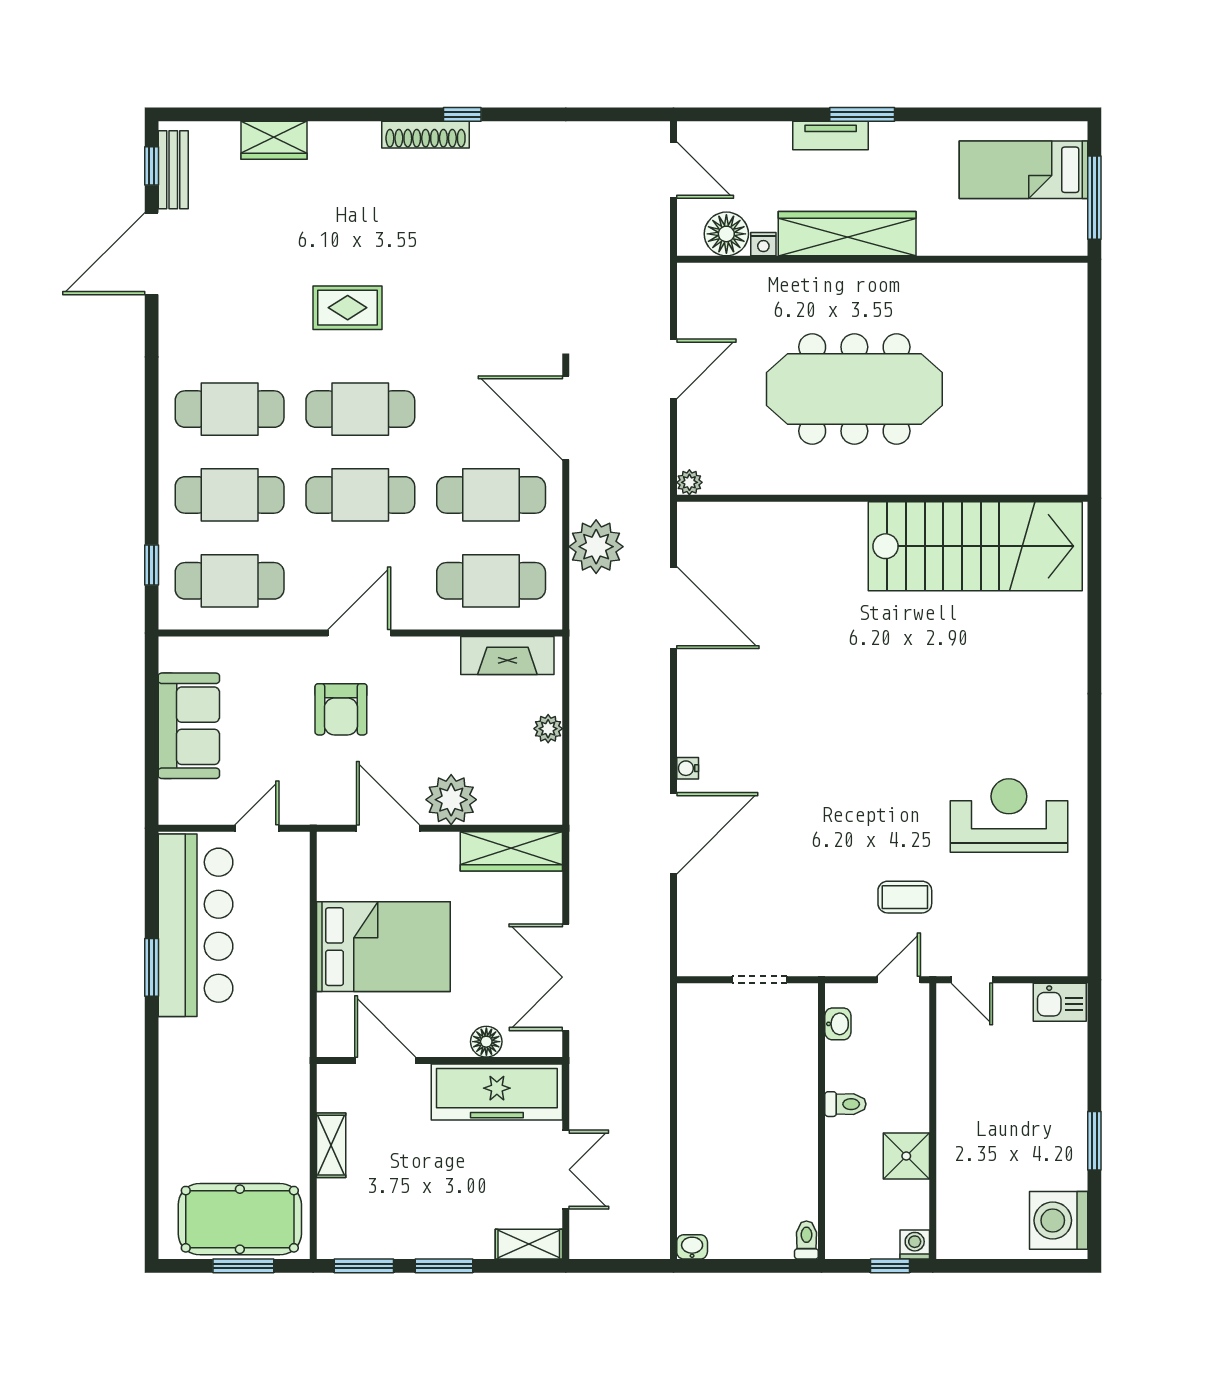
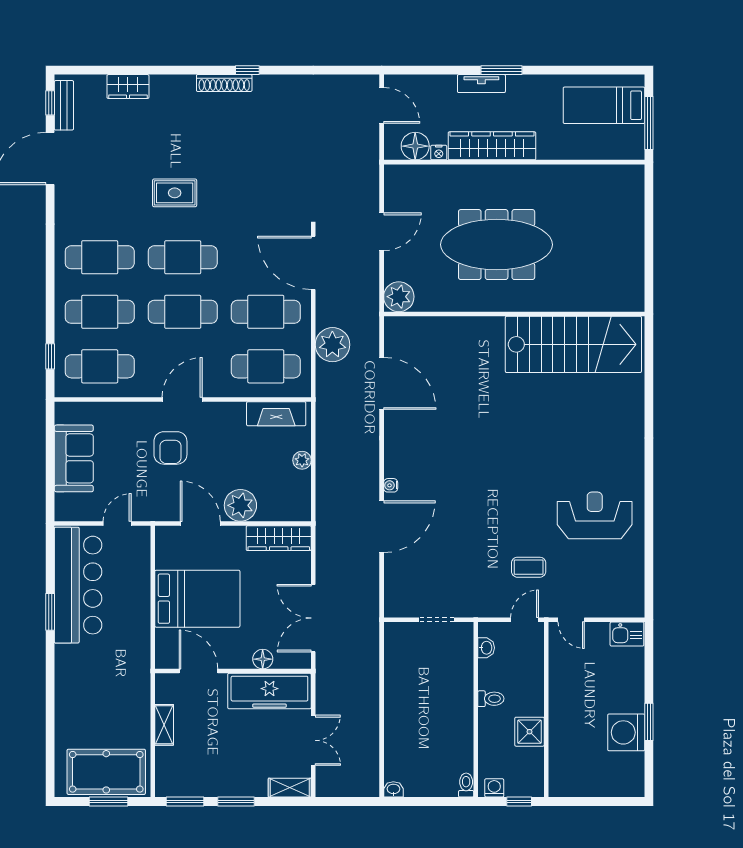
plant: (689, 482) -> (399, 297), width x1.87, depth x1.87
washing machine: (1059, 1220) -> (626, 732), moved
washing machine: (915, 1245) -> (494, 788), moved

